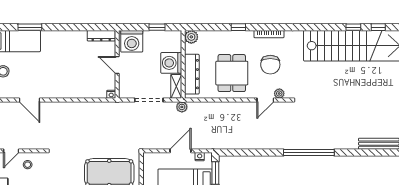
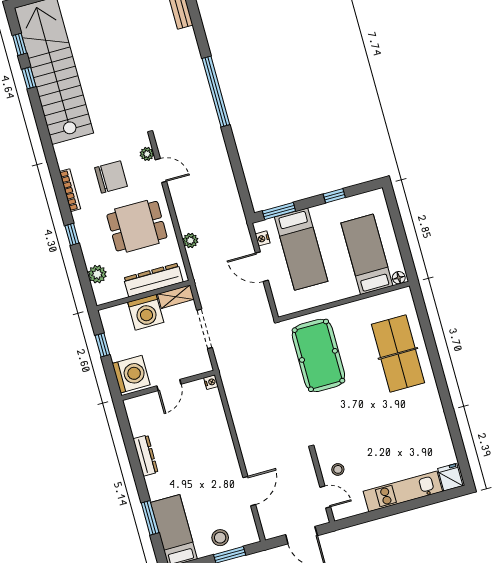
dresser: (101, 36) -> (145, 456), moved
plant: (191, 37) -> (97, 274), moved
plant: (182, 107) -> (190, 240), moved

